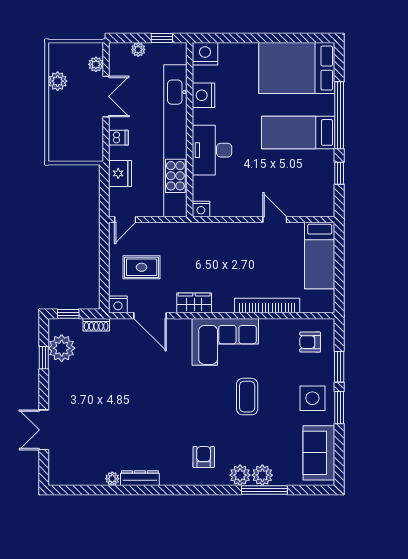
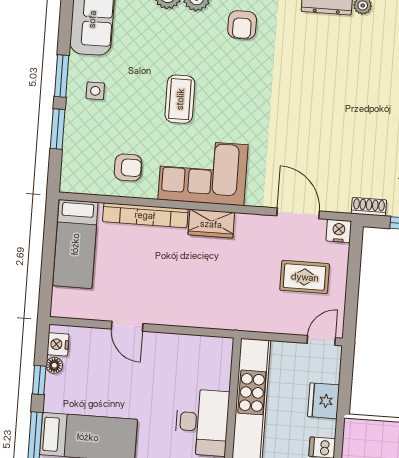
floor lamp: (328, 185) -> (54, 365), added
nightstand: (201, 209) -> (58, 344), moved, turned -90
bed: (320, 256) -> (75, 244), moved, turned 180
wardrobe: (194, 303) -> (211, 224), moved
armchair: (310, 342) -> (128, 168), moved
side table: (312, 398) -> (95, 91), width x0.54, depth x0.54

